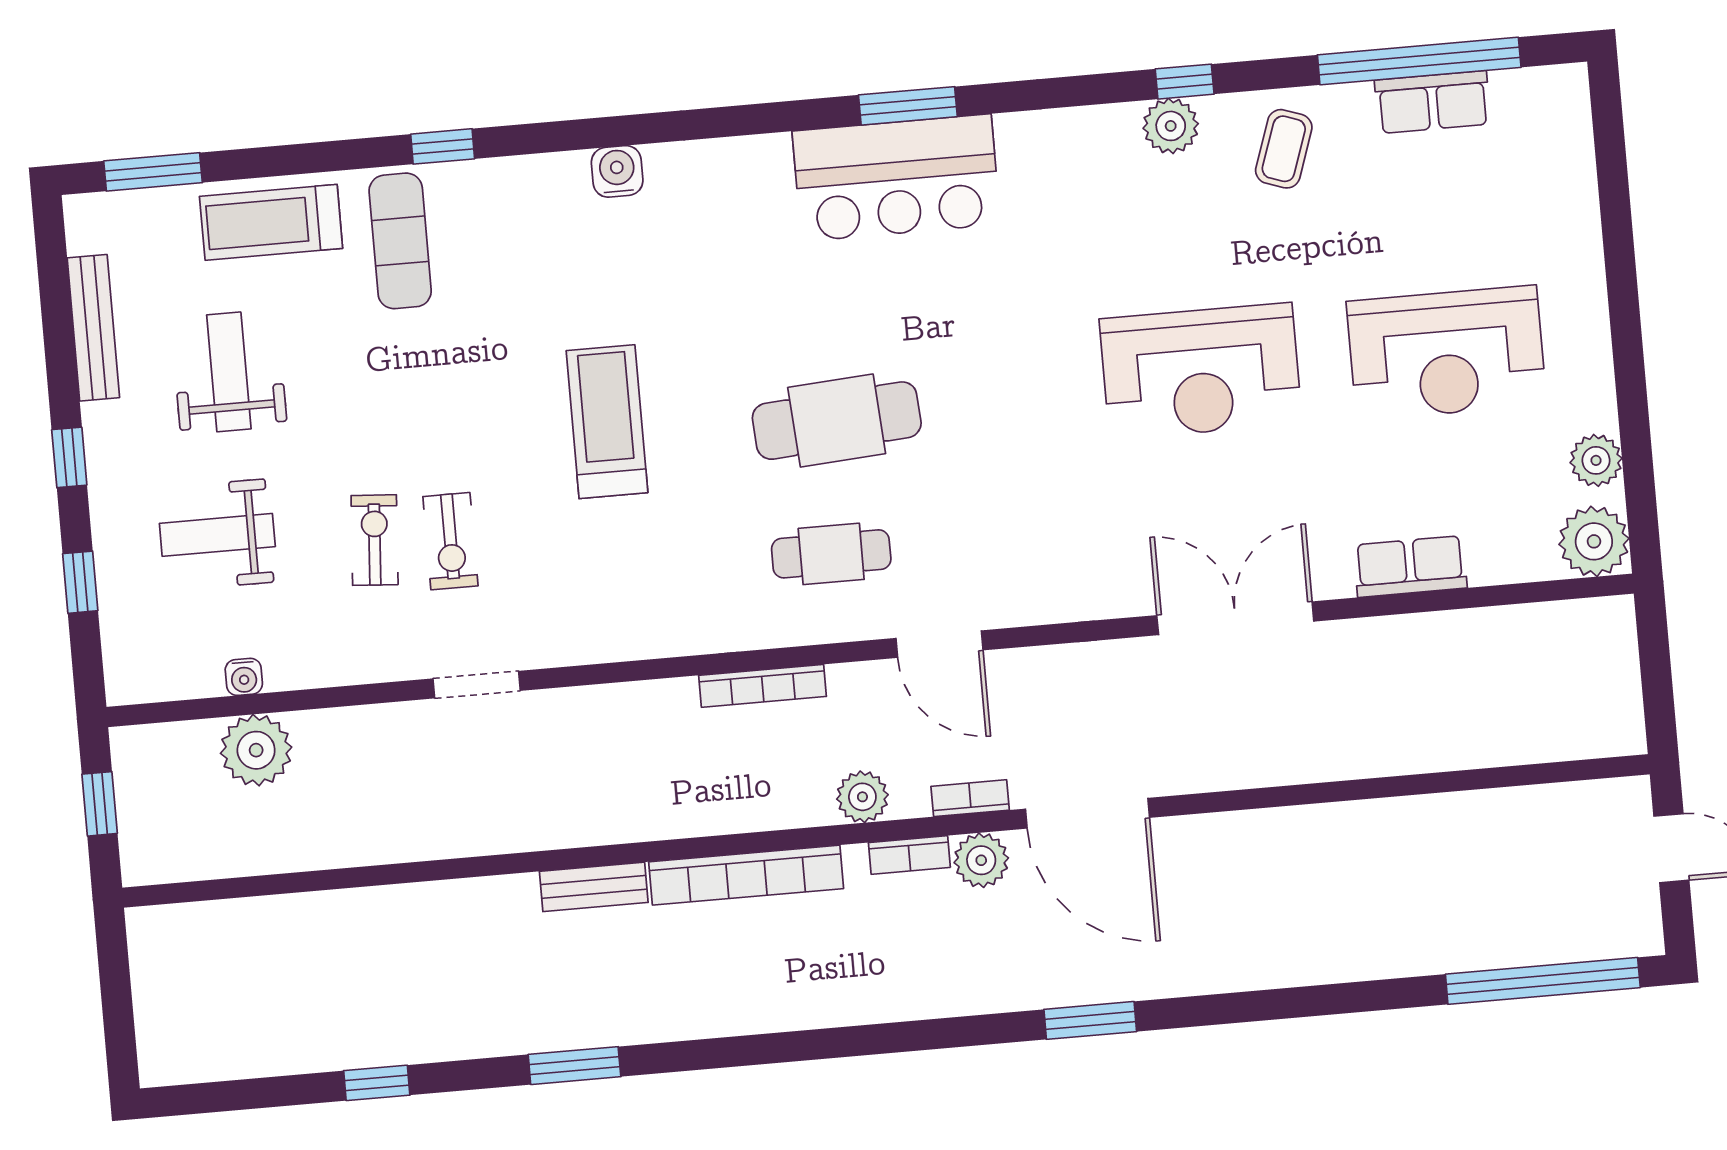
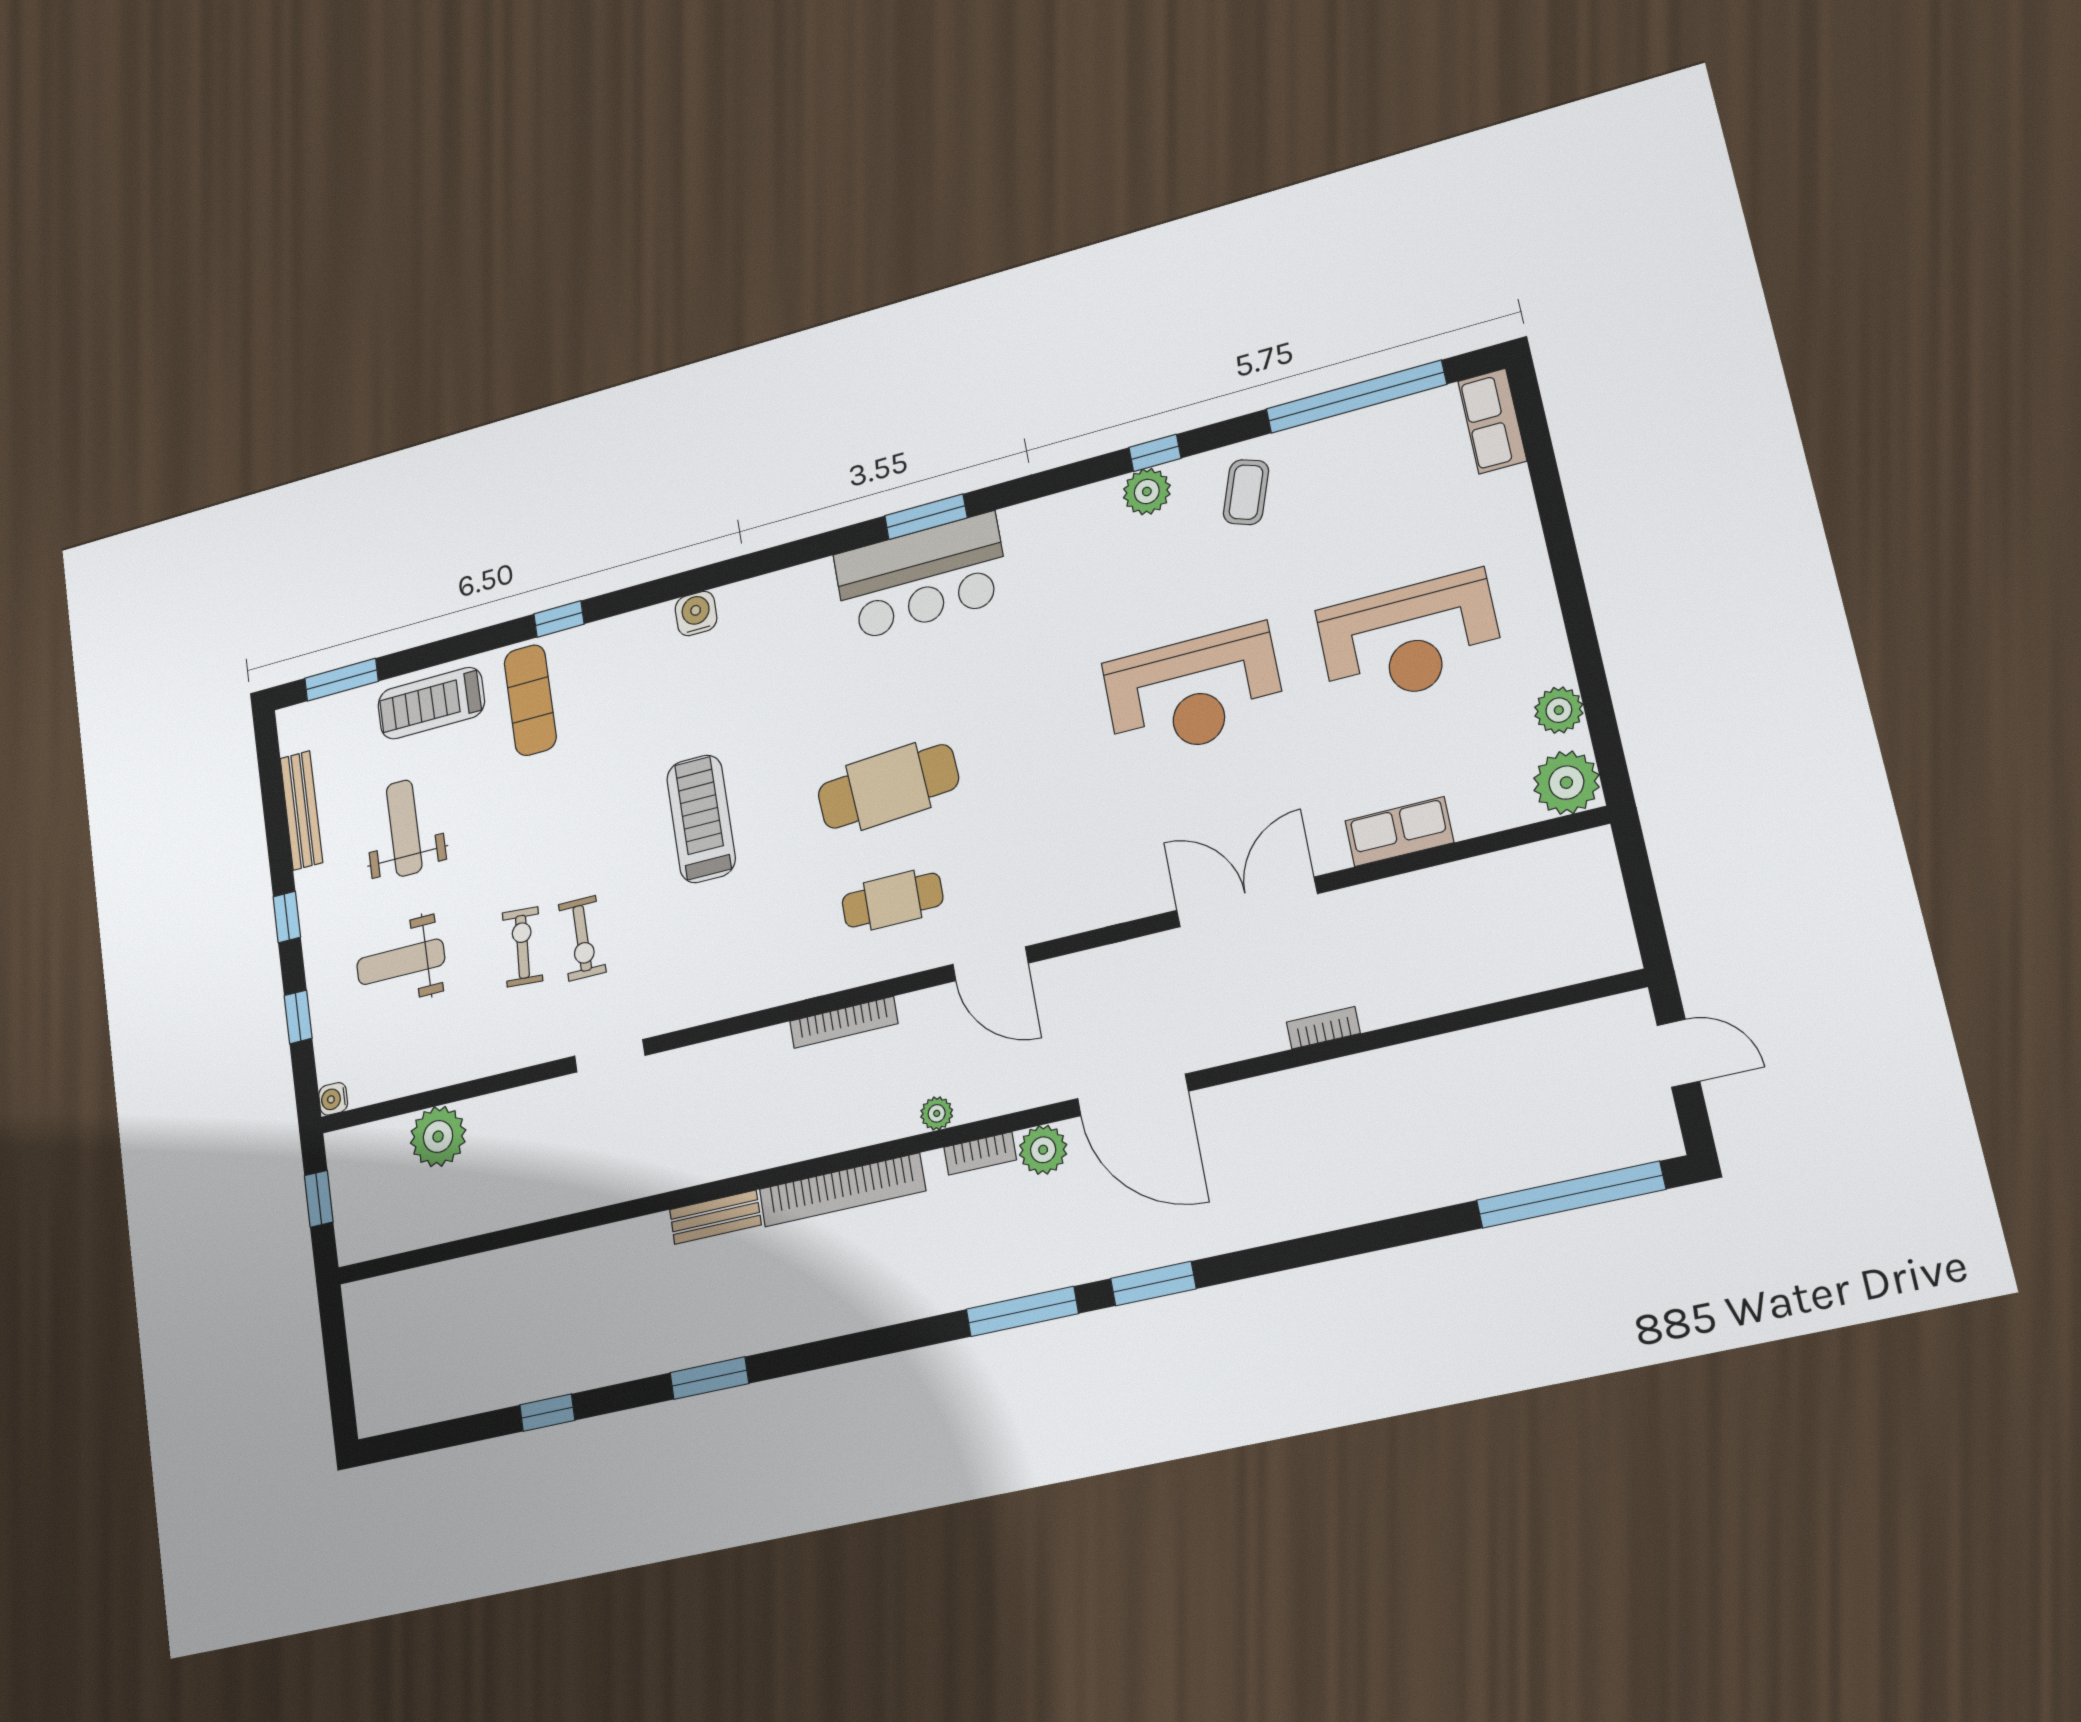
row of seats: (1433, 102) -> (1492, 421), moved, turned 90
water cooler: (244, 677) -> (333, 1099), moved, turned 90
plant: (862, 797) -> (937, 1113), width x0.73, depth x0.73
bookcase: (970, 798) -> (1323, 1028), moved
window: (942, 1033) -> (1022, 1311), added

